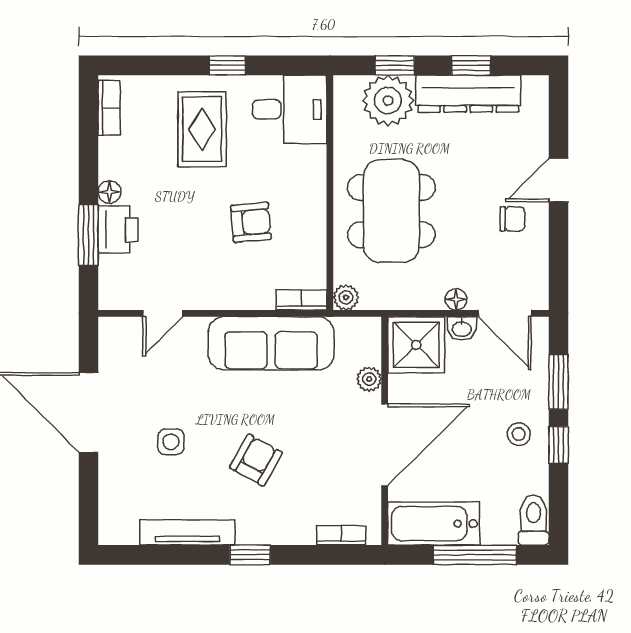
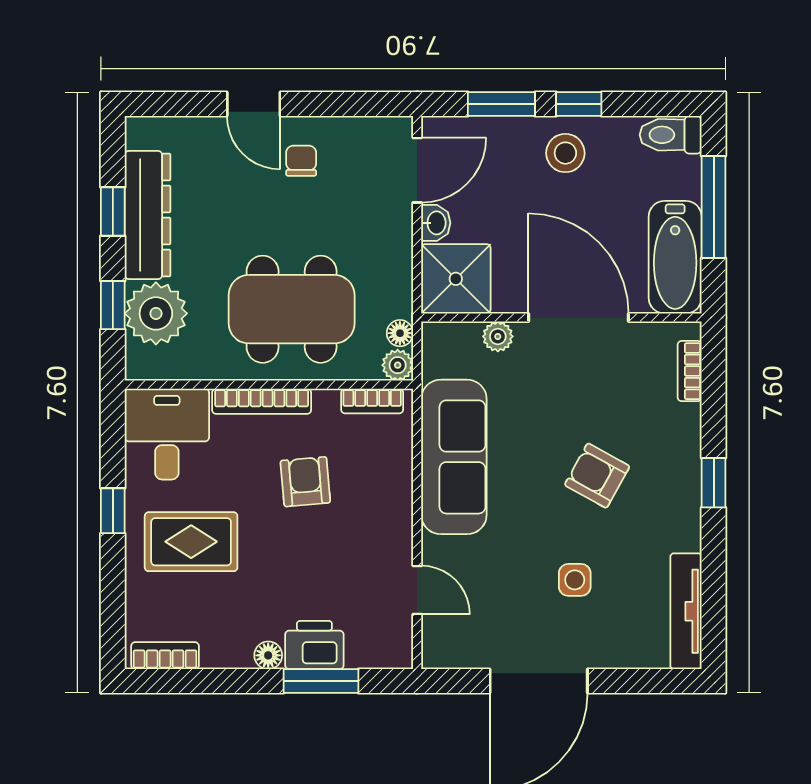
bookcase: (316, 187) -> (262, 401), added
floor lamp: (456, 299) -> (400, 333), moved
bookcase: (301, 300) -> (372, 401), moved, turned -90
stool: (519, 434) -> (565, 153), width x1.37, depth x1.37
tv unit: (187, 532) -> (686, 611), moved

